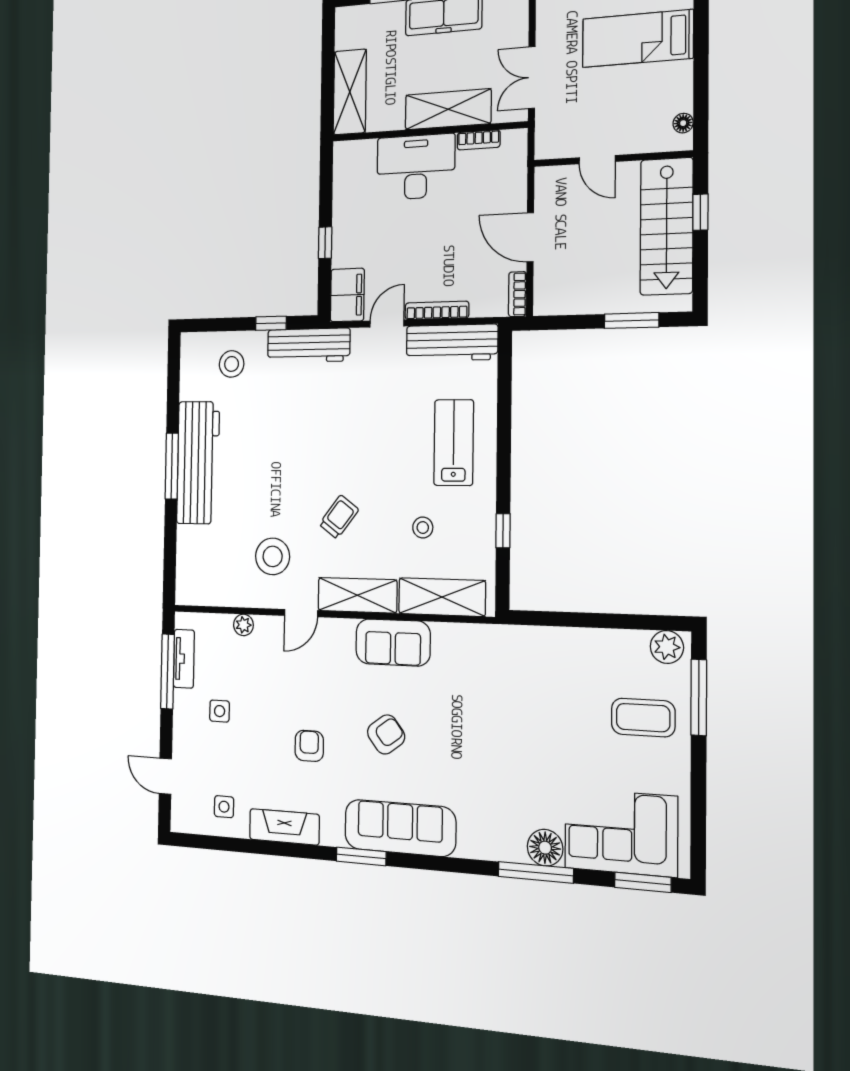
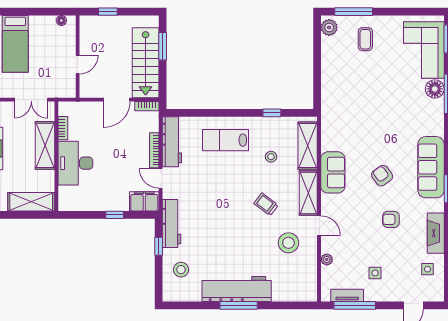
stairs: (667, 226) -> (146, 63), moved, turned 90
coffee table: (643, 718) -> (365, 39), width x0.73, depth x0.77

